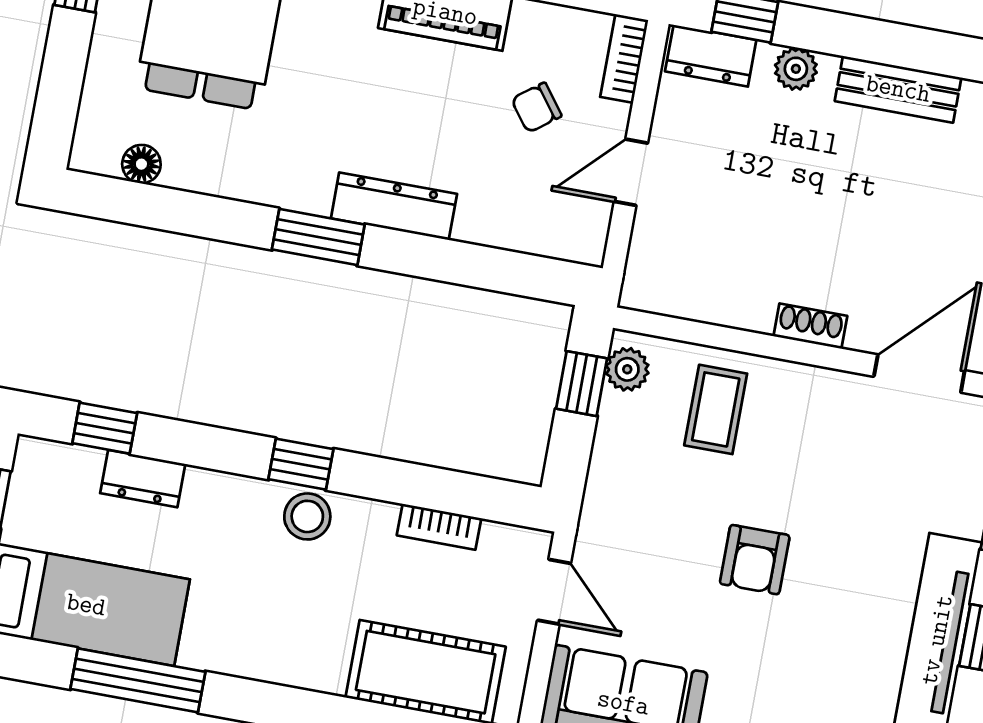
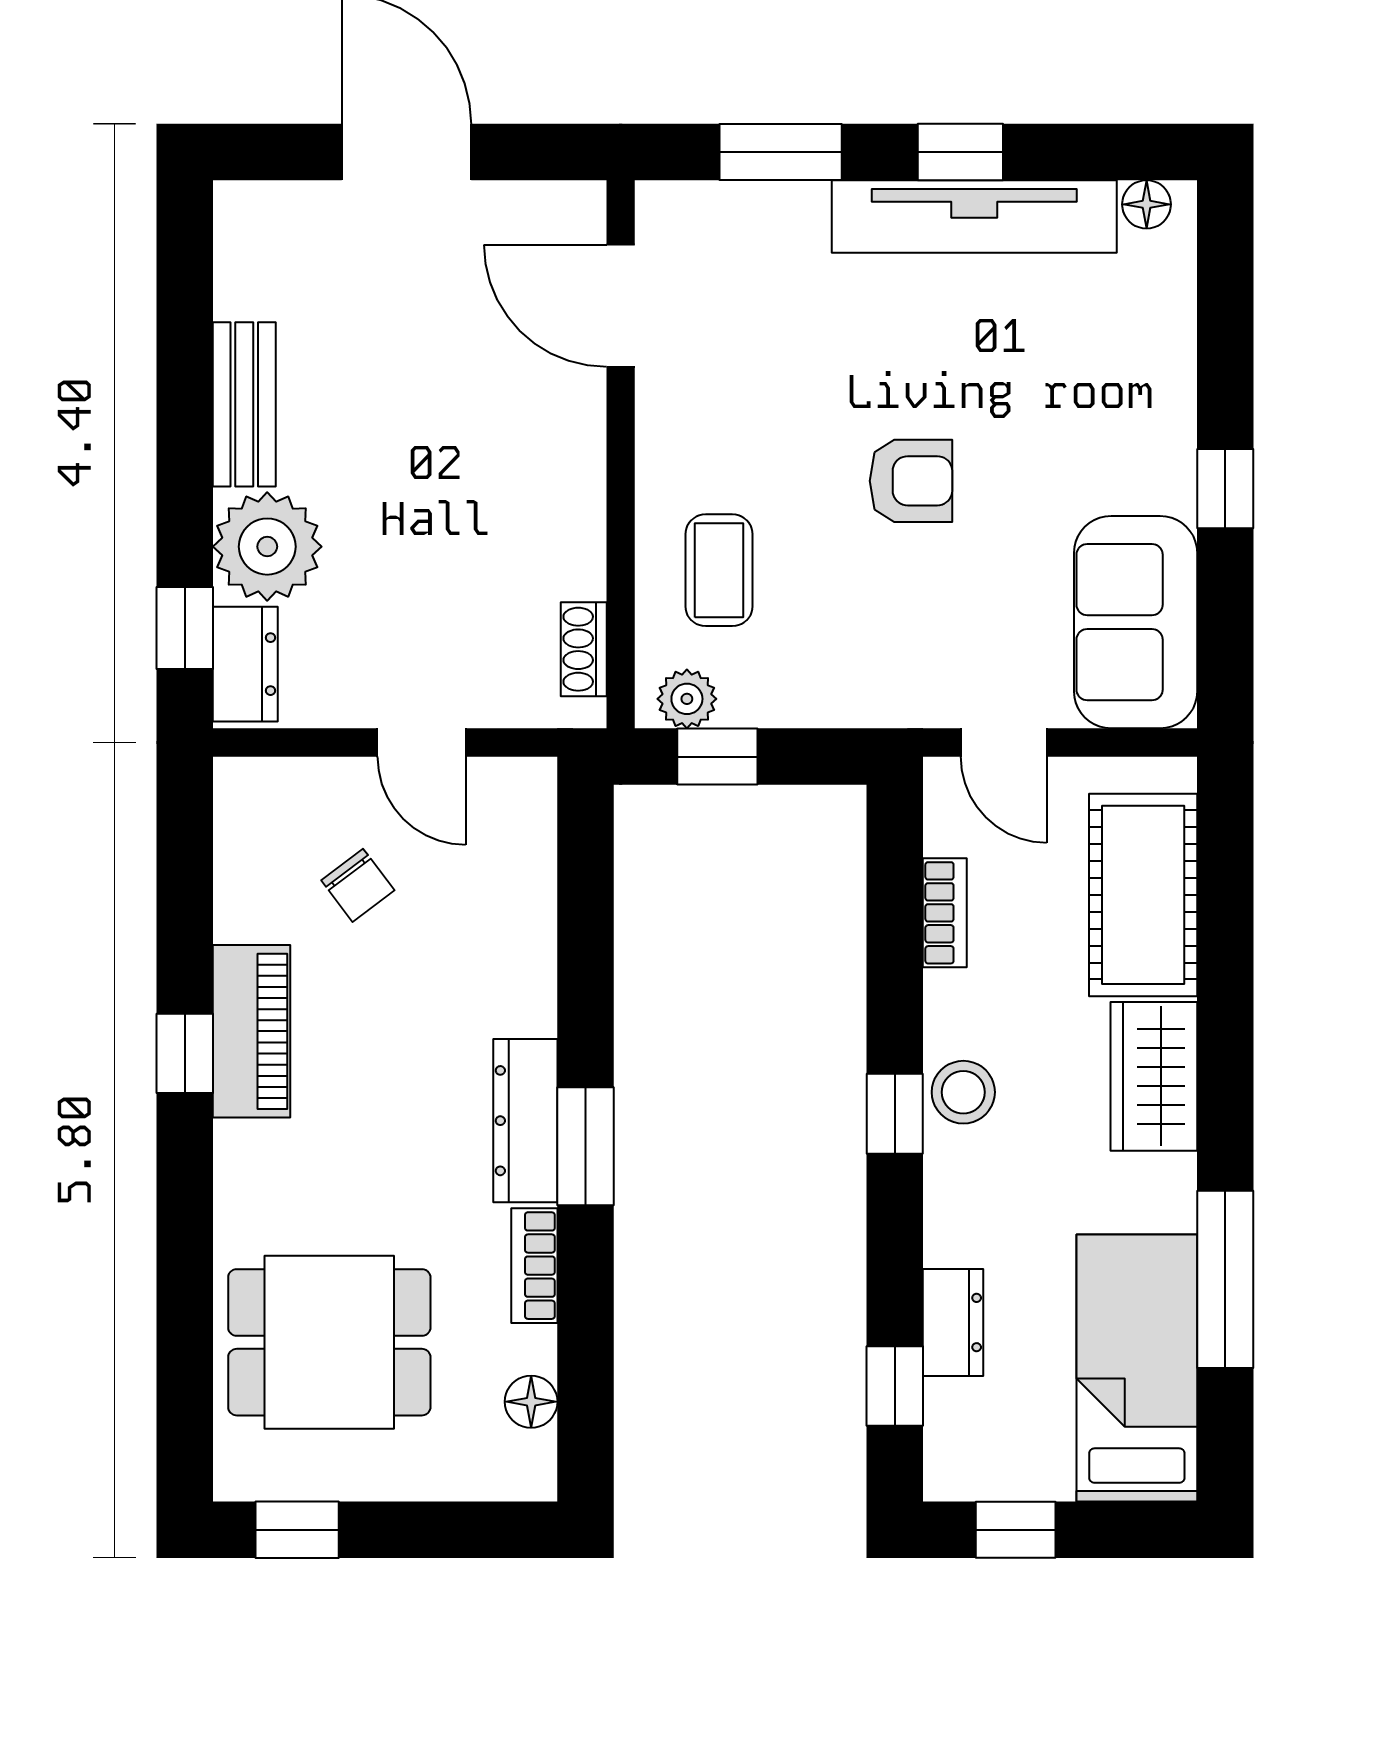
bookcase: (624, 59) -> (534, 1266), moved, turned 90
plant: (796, 69) -> (267, 547), width x1.88, depth x1.88
dresser: (394, 206) -> (525, 1121), moved
shoe rack: (810, 326) -> (584, 649), moved
coffee table: (716, 409) -> (719, 570), turned 90
door: (554, 592) -> (1004, 742), swing flipped
wardrobe: (293, 656) -> (1154, 1076), added

